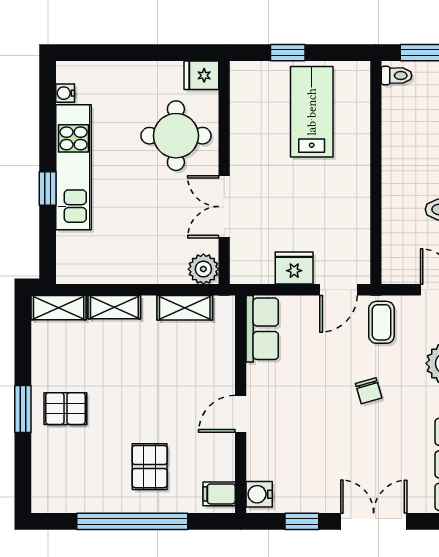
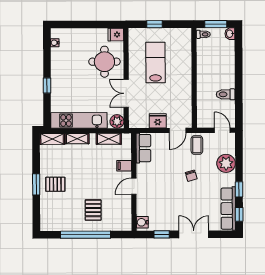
lab bench: (312, 112) -> (155, 62), moved
kitchen unit: (74, 167) -> (79, 120), moved, turned -90
filing cabinet: (219, 494) -> (124, 166), moved

